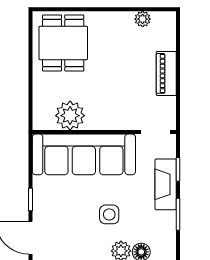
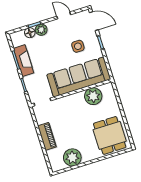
plant: (143, 19) -> (72, 157), width x1.88, depth x1.88
fireplace: (166, 184) -> (24, 61), moved
side table: (109, 214) -> (78, 46), moved

